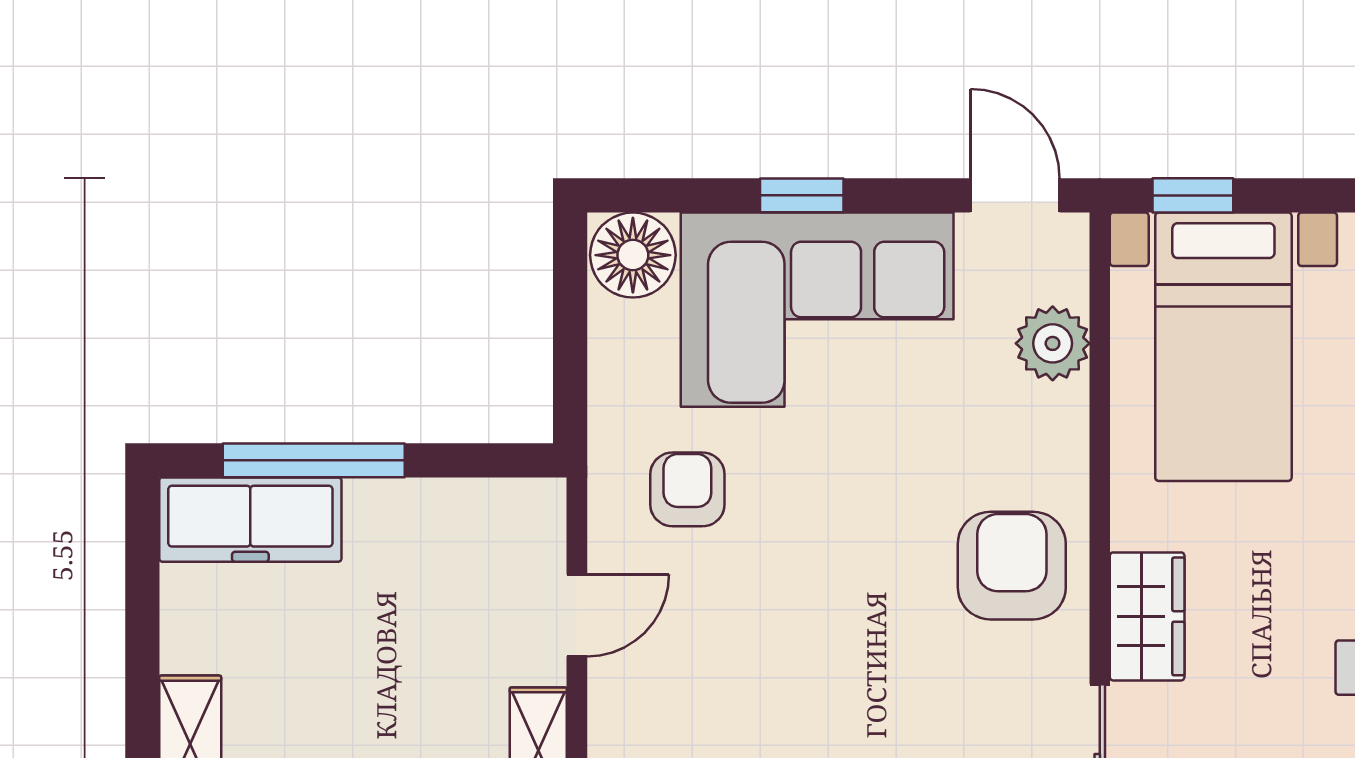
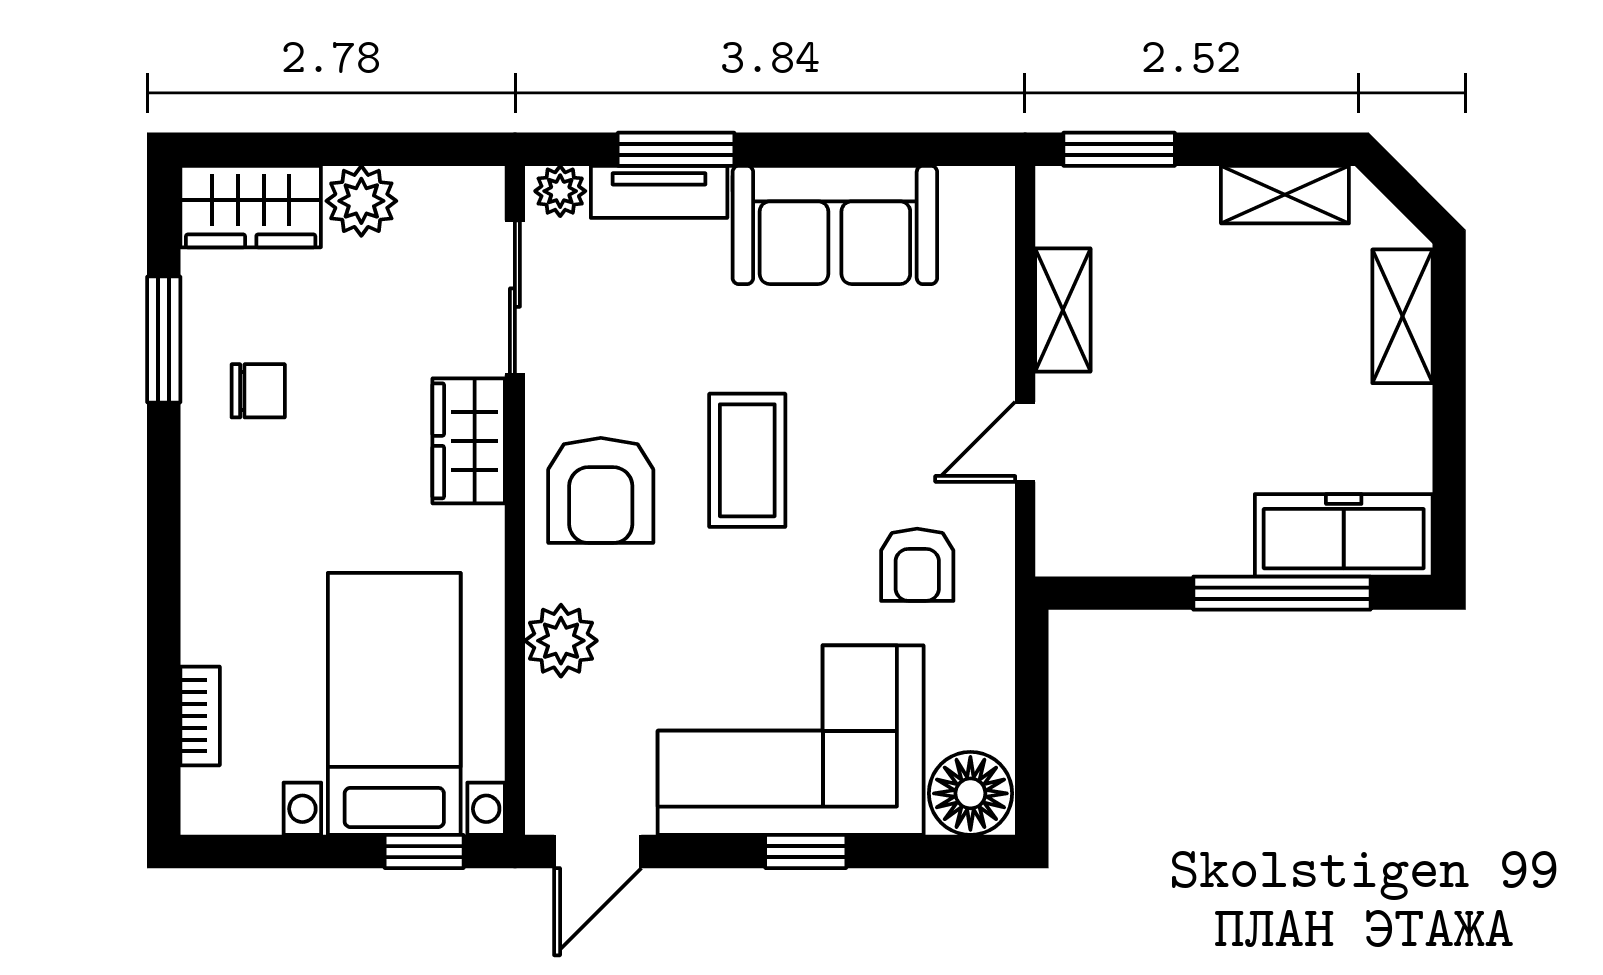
door: (1015, 195) -> (598, 852), hinge flipped
plant: (1053, 343) -> (561, 641), moved
coffee table: (862, 596) -> (747, 460), added

